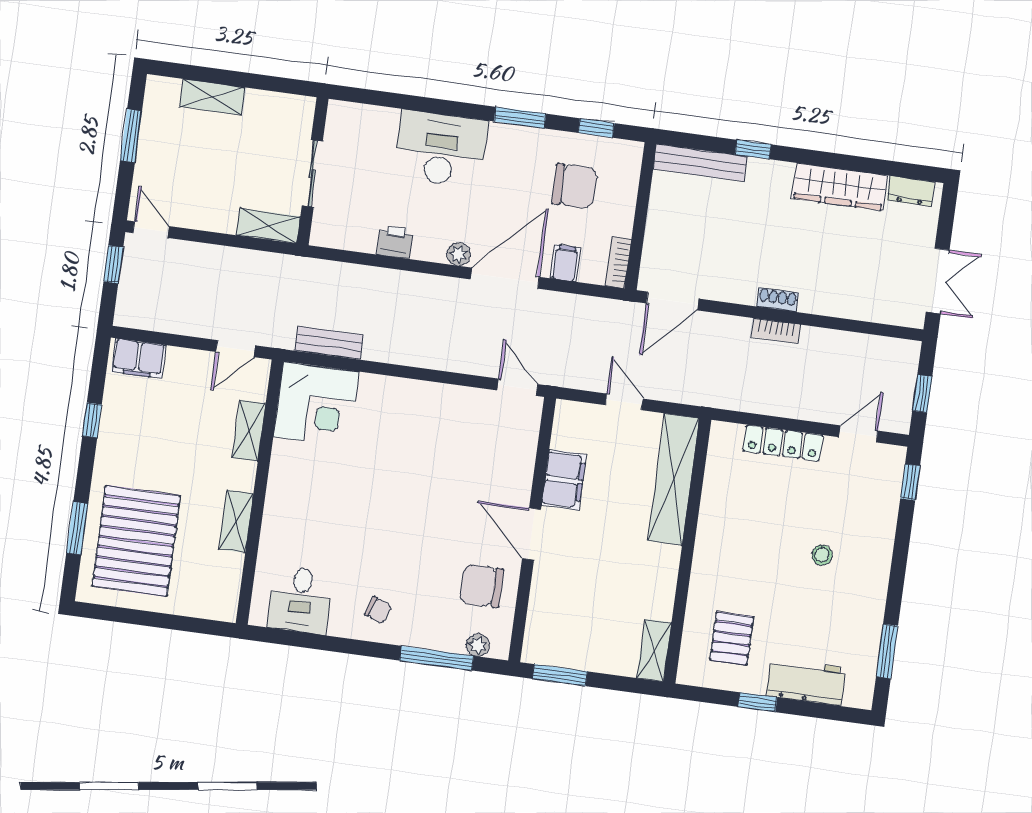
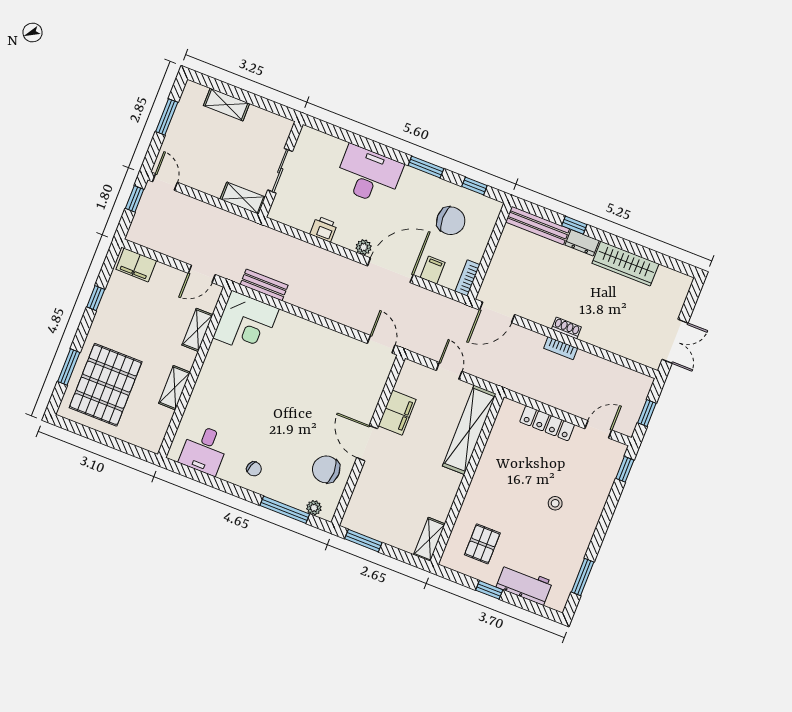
dresser: (911, 191) -> (582, 243), moved

